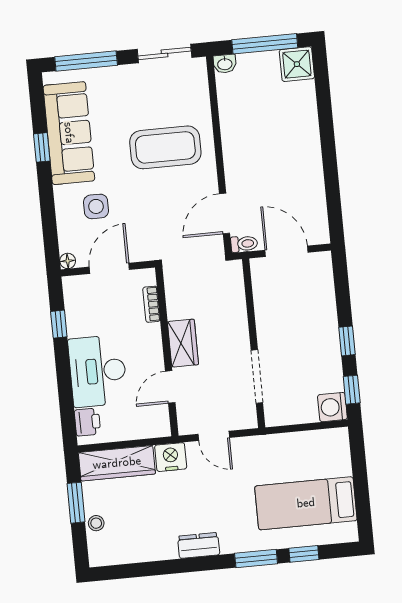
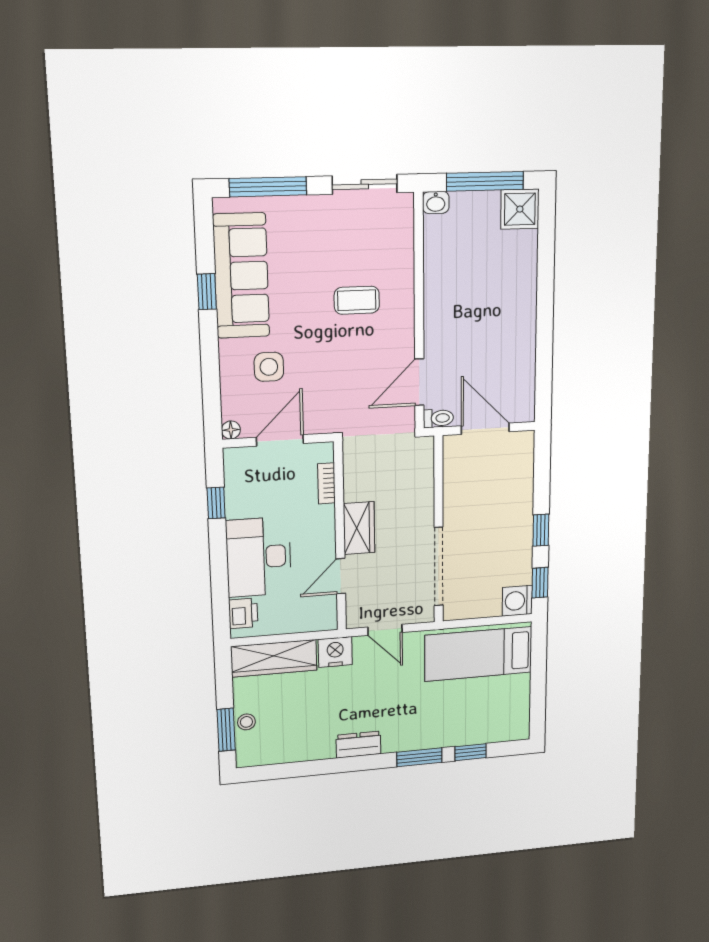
coffee table: (165, 147) -> (357, 300), width x0.54, depth x0.58
doorway: (257, 376) -> (439, 567), width x1.36
window: (76, 503) -> (226, 730), moved
bed: (306, 503) -> (478, 654), moved

